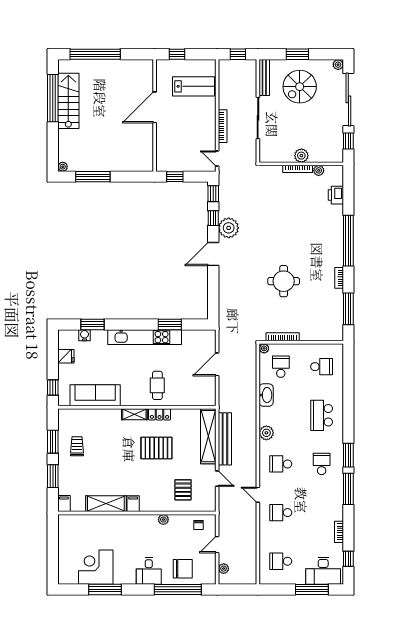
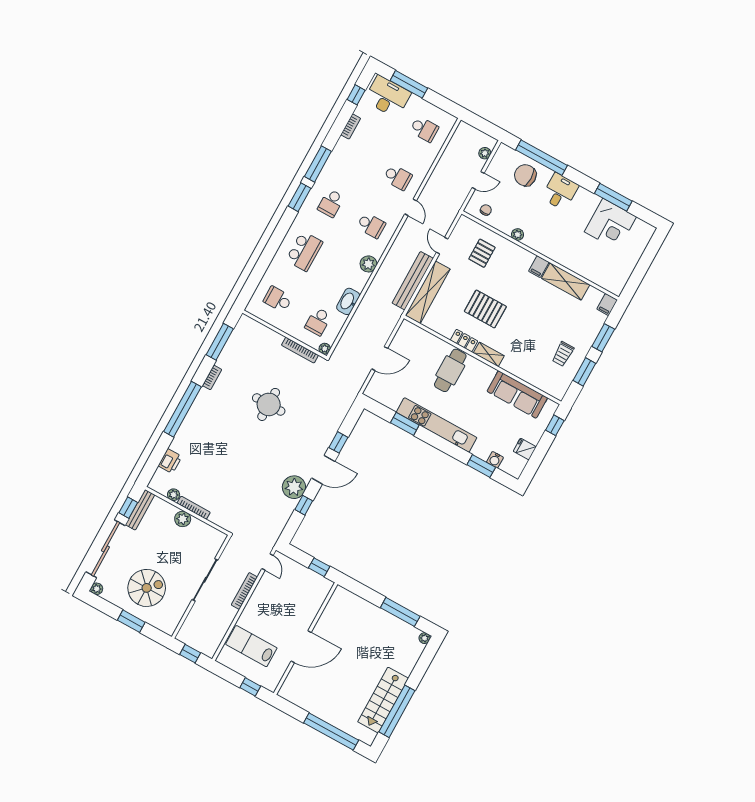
bench: (264, 77) -> (140, 510), moved
window: (213, 194) -> (338, 442), moved
cafe table: (157, 385) -> (450, 370), width x1.37, depth x1.35

